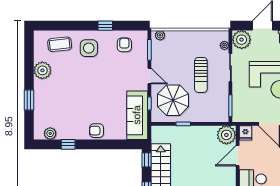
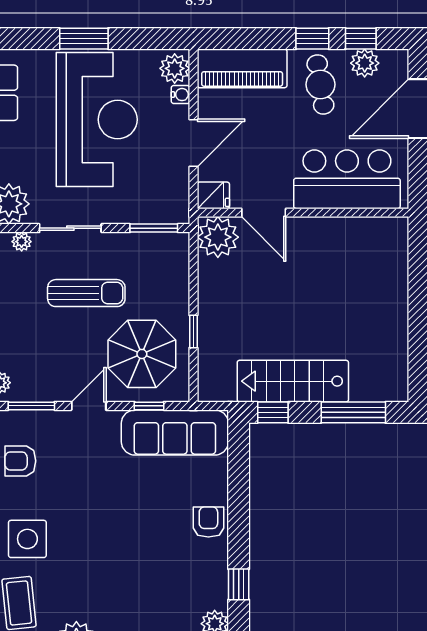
armchair: (97, 131) -> (208, 522), turned 180

